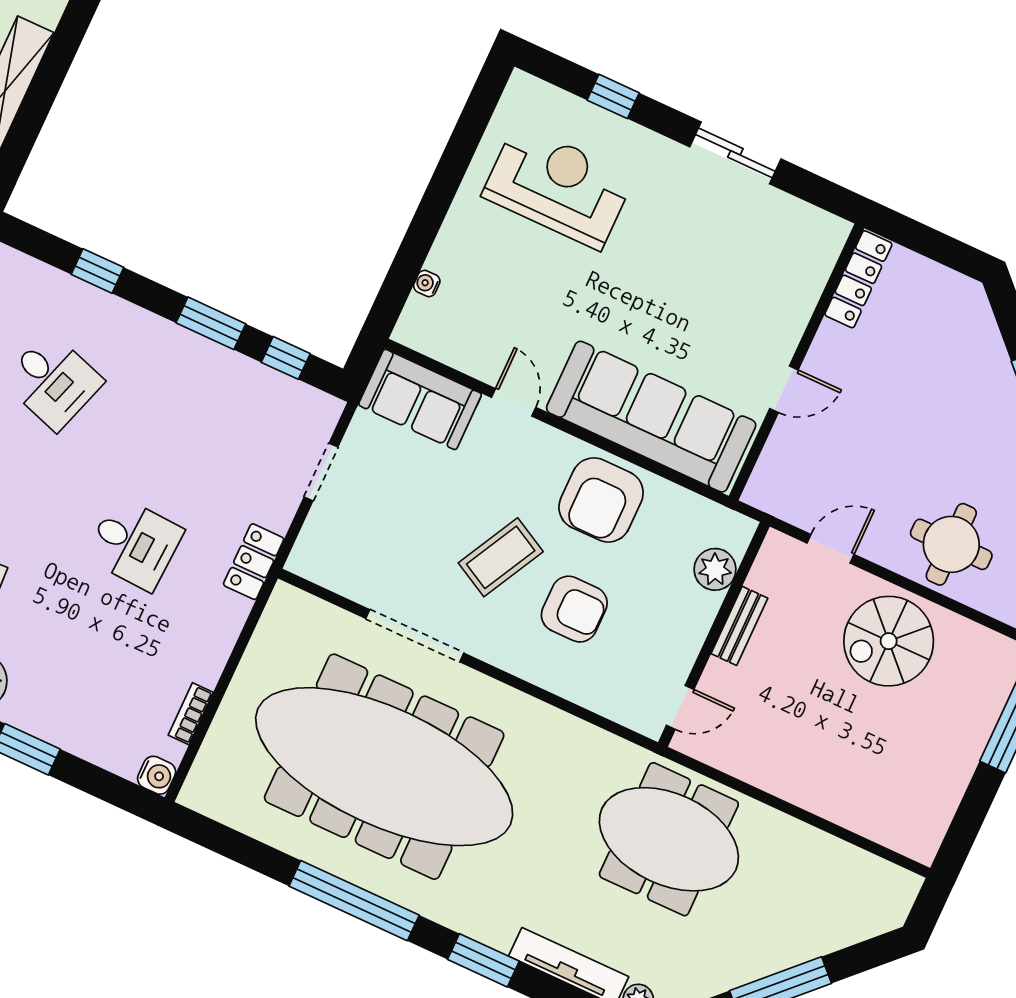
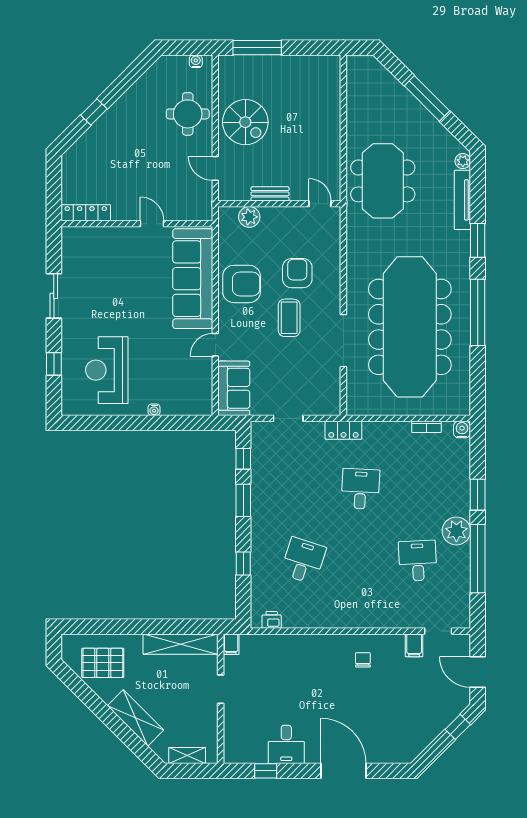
water cooler: (427, 284) -> (154, 410), moved
coffee table: (501, 557) -> (289, 318), turned 62

